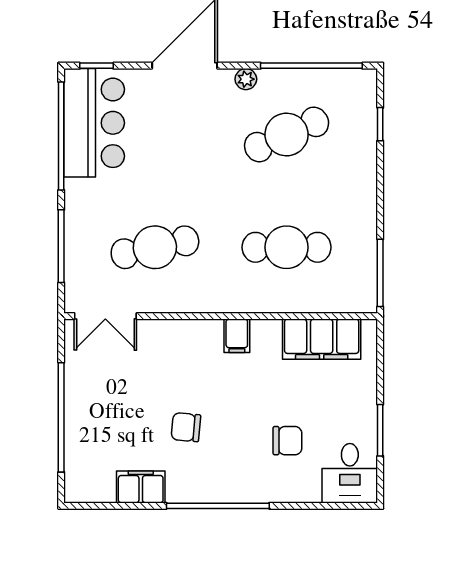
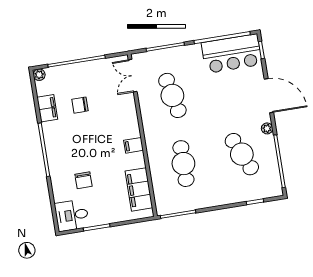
chair: (186, 427) -> (80, 105), moved, turned -95
plant: (75, 492) -> (39, 75), added

